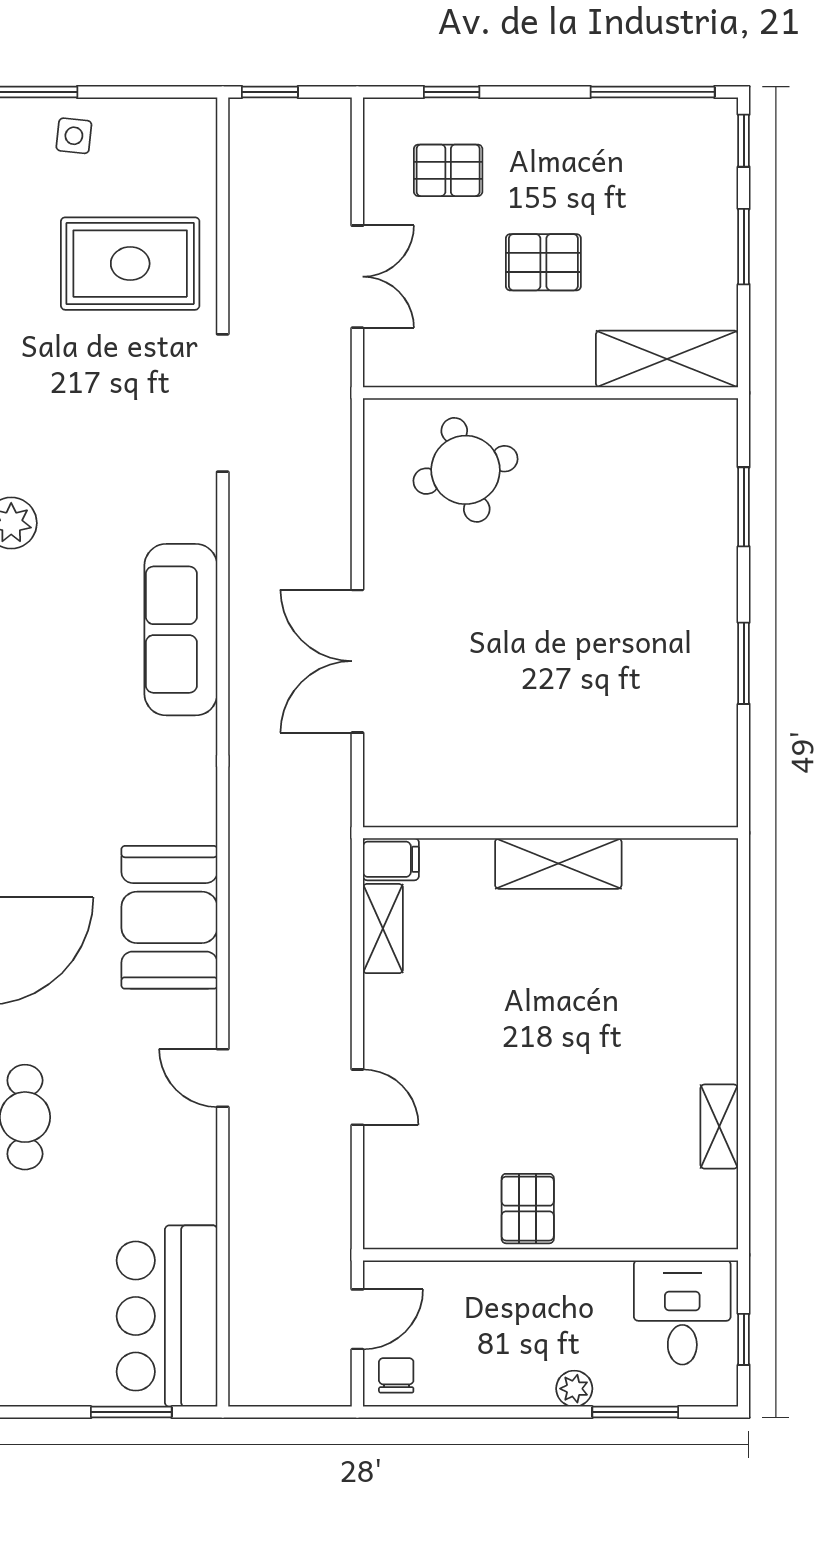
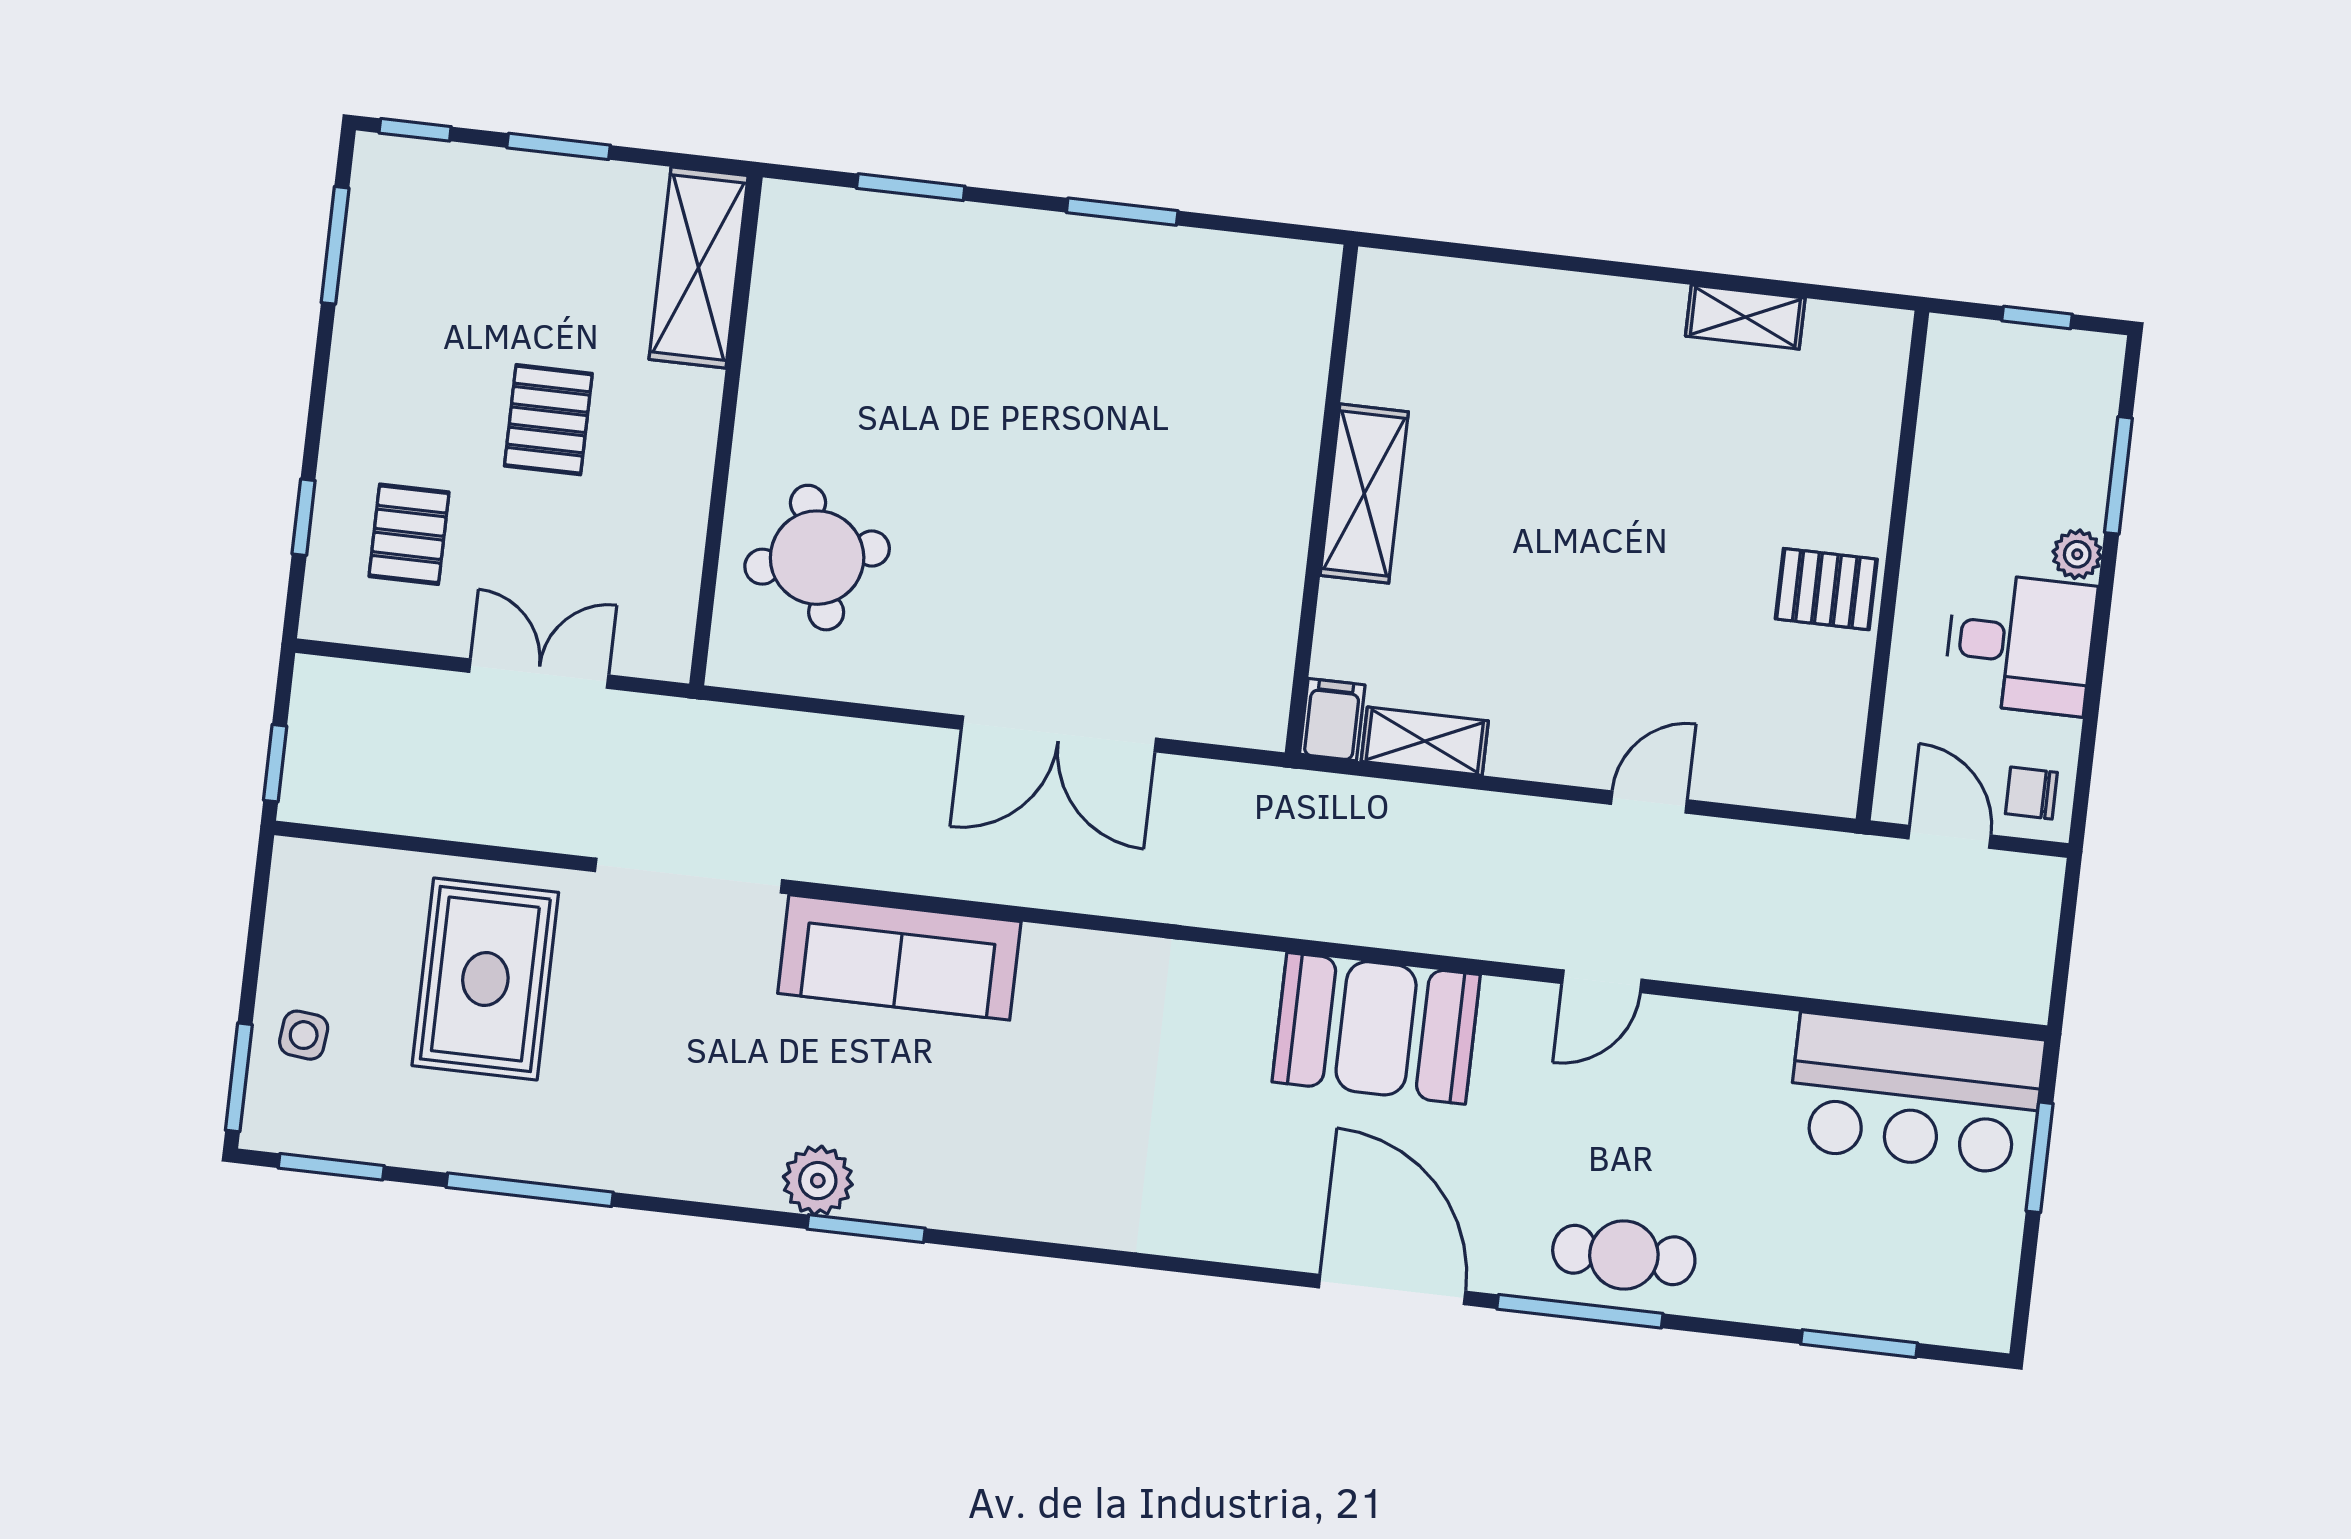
window: (653, 92) -> (335, 245), width x0.69
sofa: (181, 630) -> (899, 957), moved
desk: (682, 1312) -> (2020, 644), moved, turned 180

